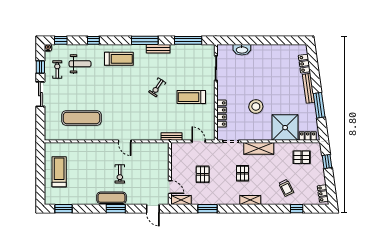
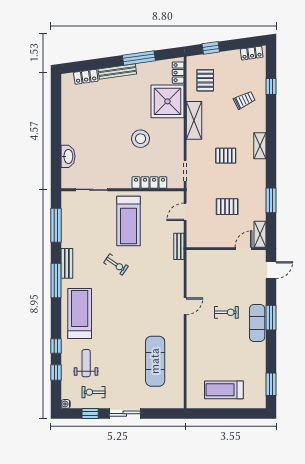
window: (61, 40) -> (56, 372), moved
treadmill: (119, 59) -> (80, 314), width x1.37, depth x1.38
treadmill: (191, 97) -> (129, 221), width x1.37, depth x1.38
shelving: (259, 148) -> (194, 120), moved

